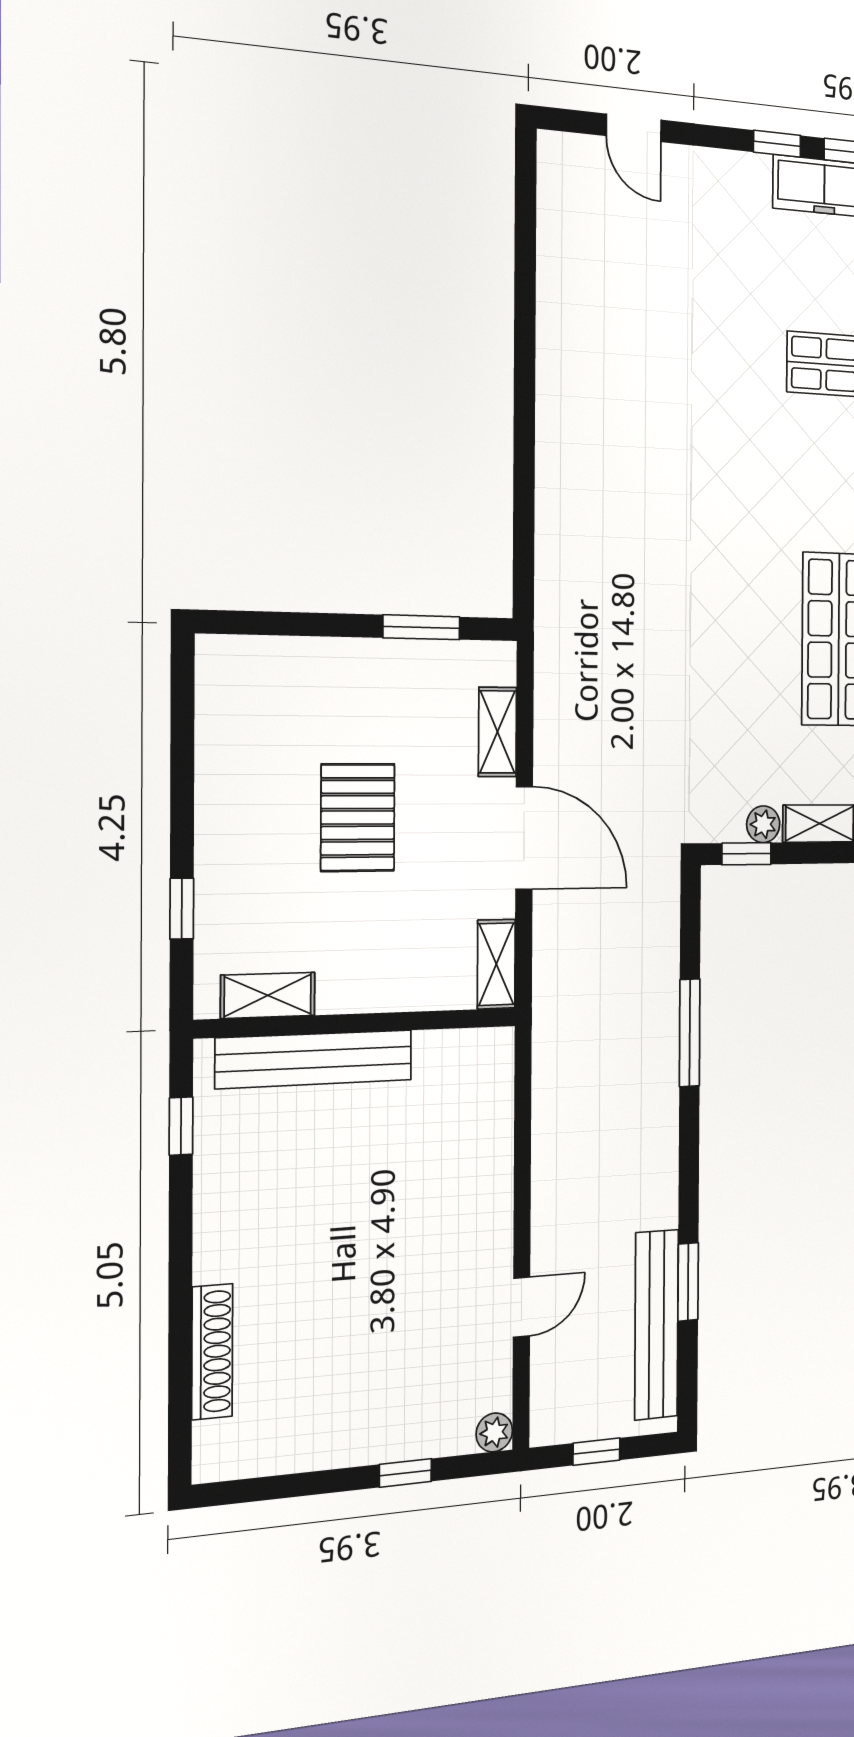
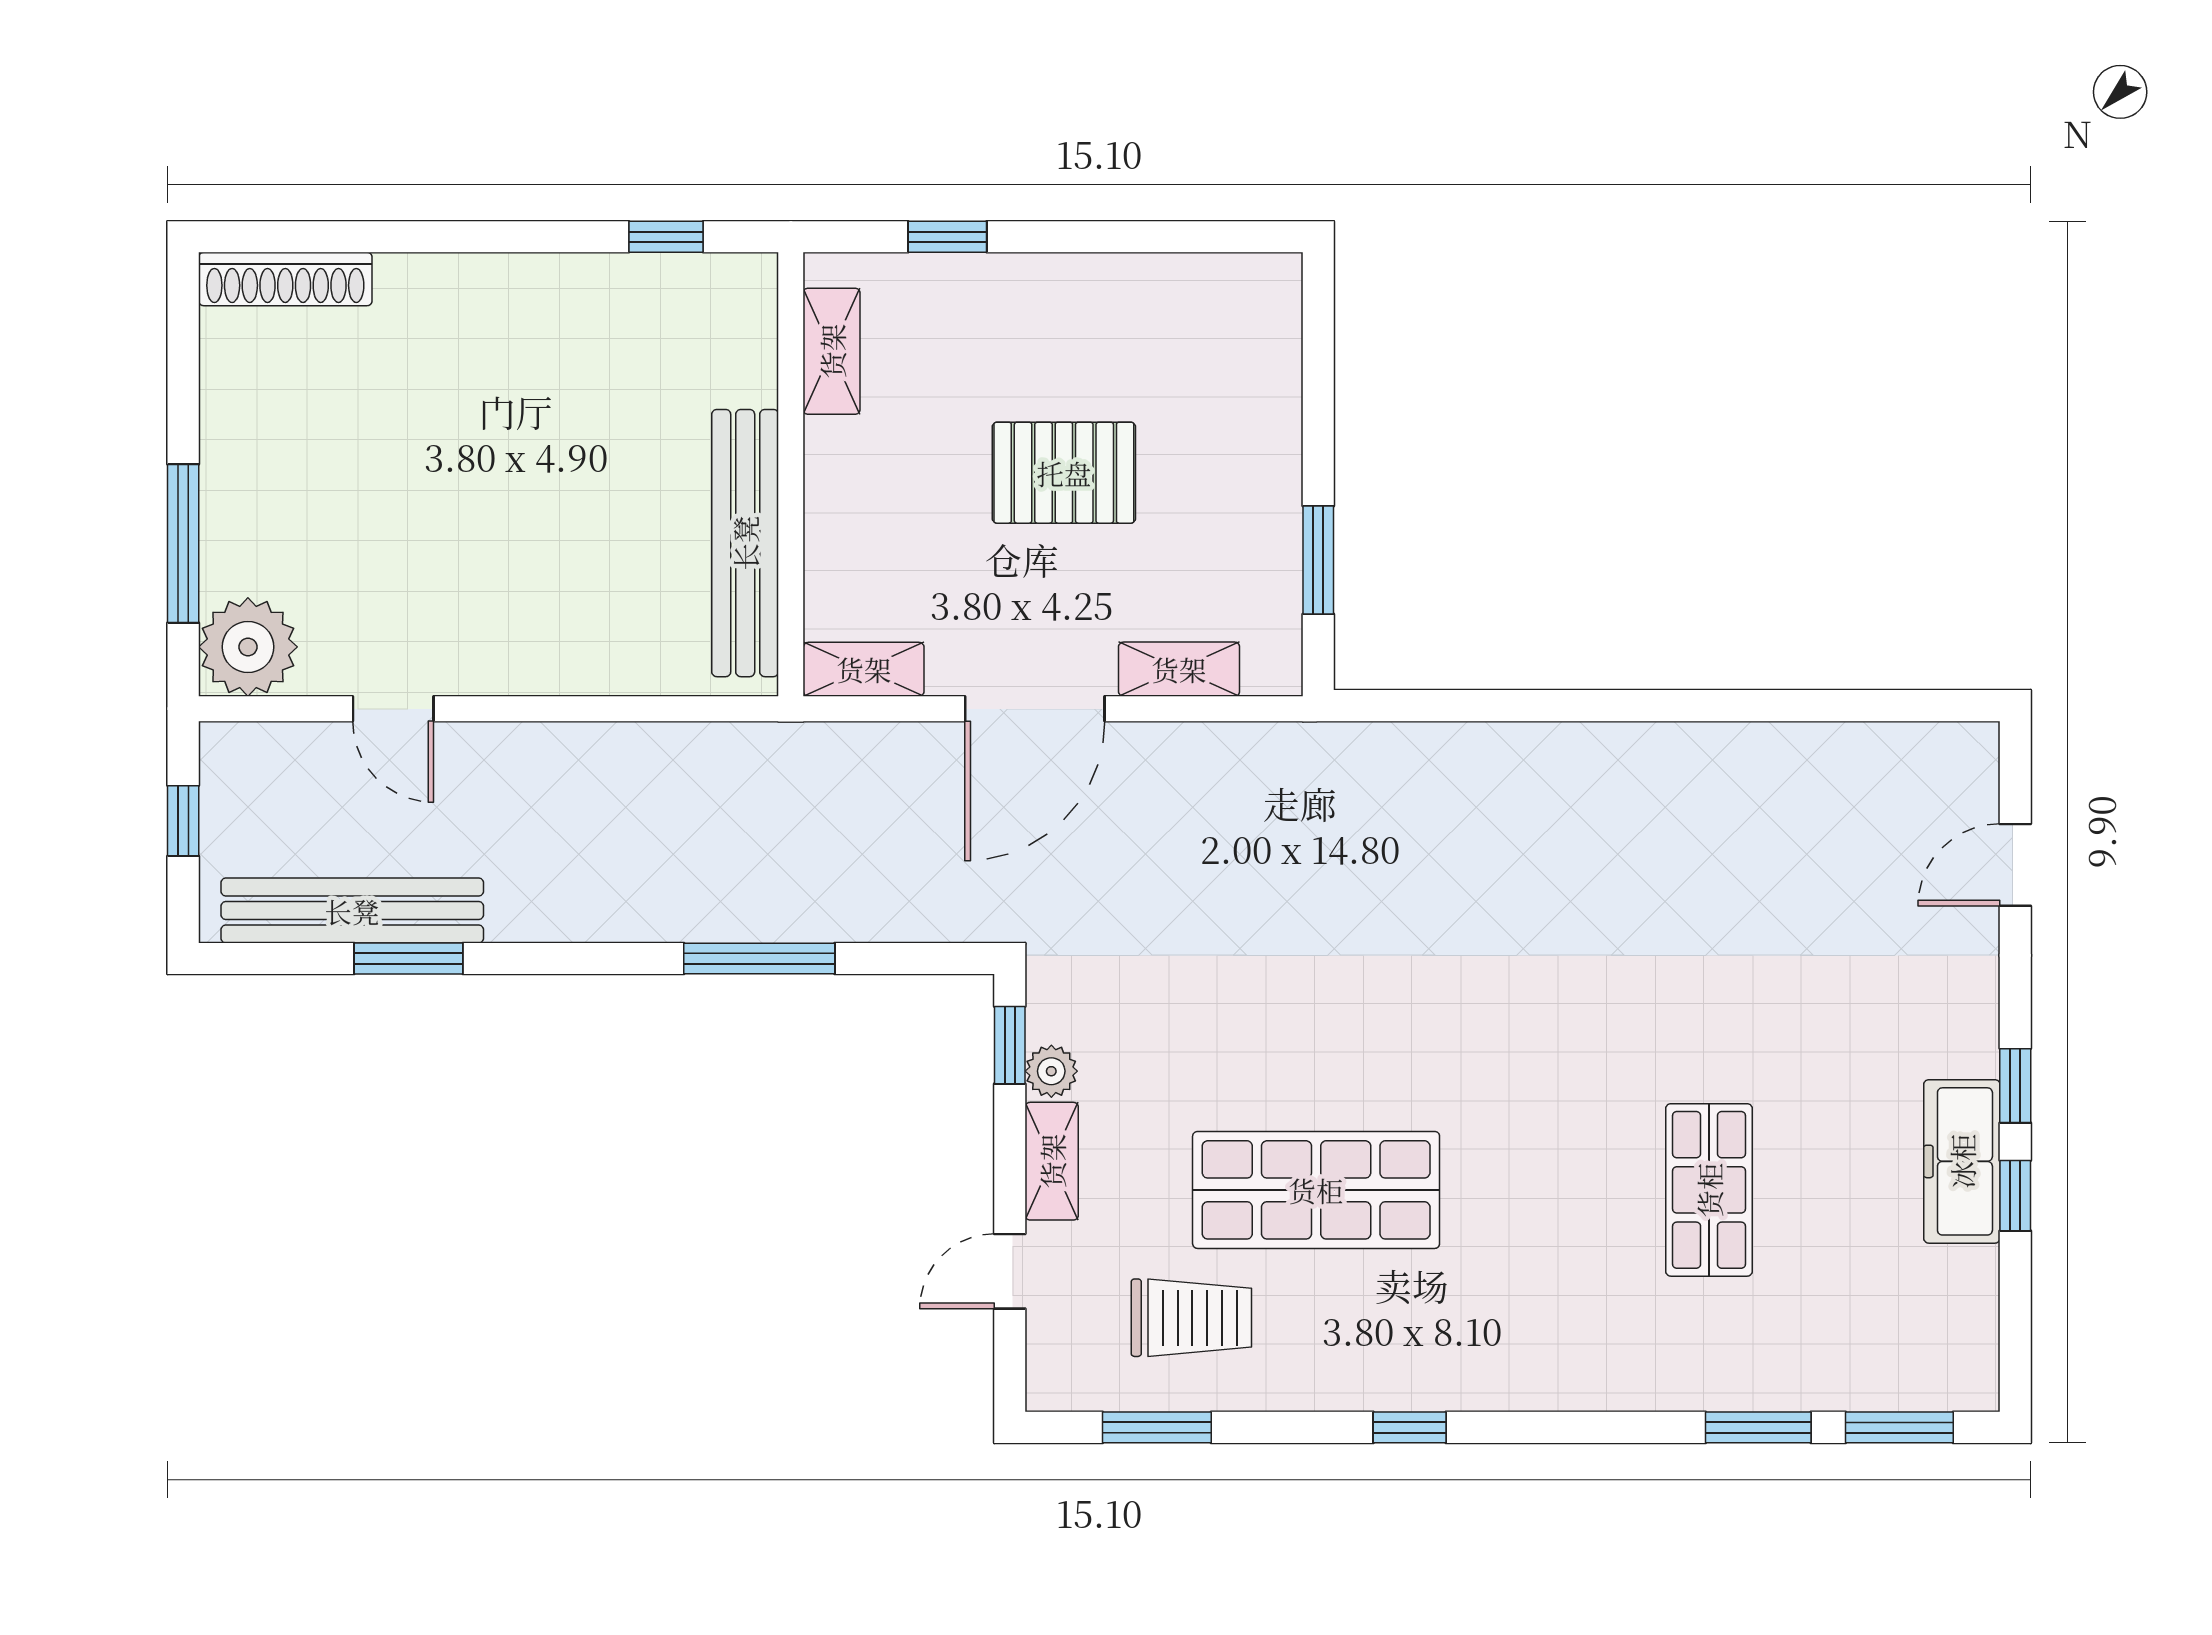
bench: (314, 1059) -> (745, 543), moved
shoe rack: (212, 1352) -> (285, 279), moved
plant: (494, 1432) -> (248, 647), width x1.87, depth x1.87
window: (405, 1473) -> (183, 543), width x2.17

